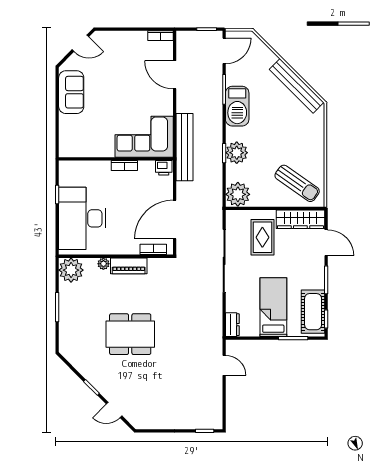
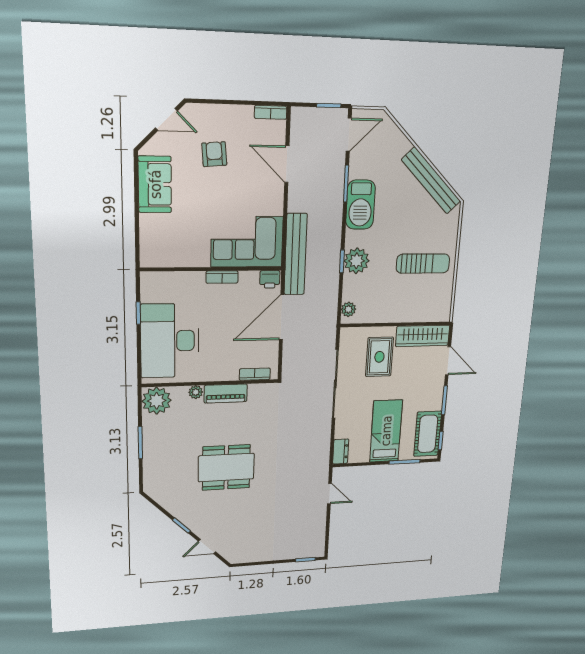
armchair: (117, 68) -> (214, 154), added
sun lounger: (297, 183) -> (423, 264), moved, turned -35
plant: (238, 194) -> (349, 309), width x0.53, depth x0.53
door: (175, 219) -> (282, 317), moved

